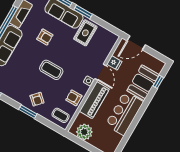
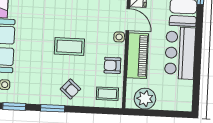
armchair: (45, 37) -> (42, 12), removed
window: (28, 112) -> (53, 108), moved

